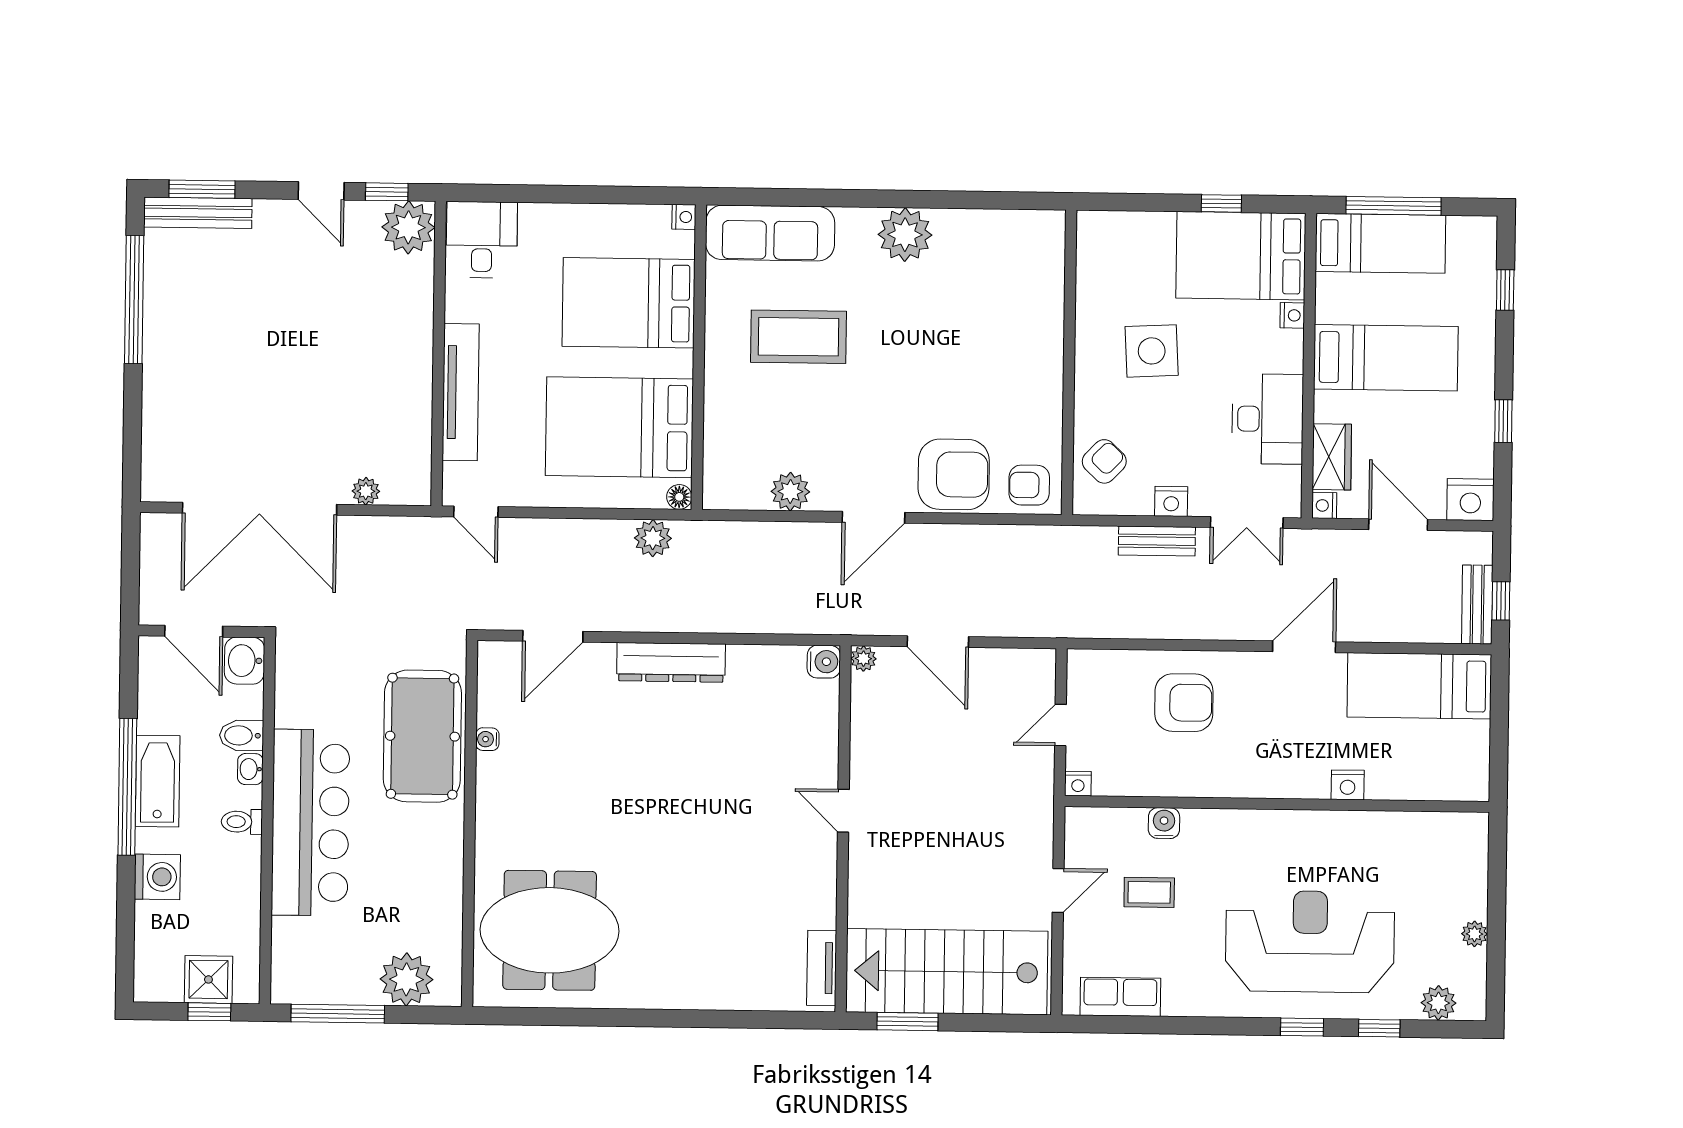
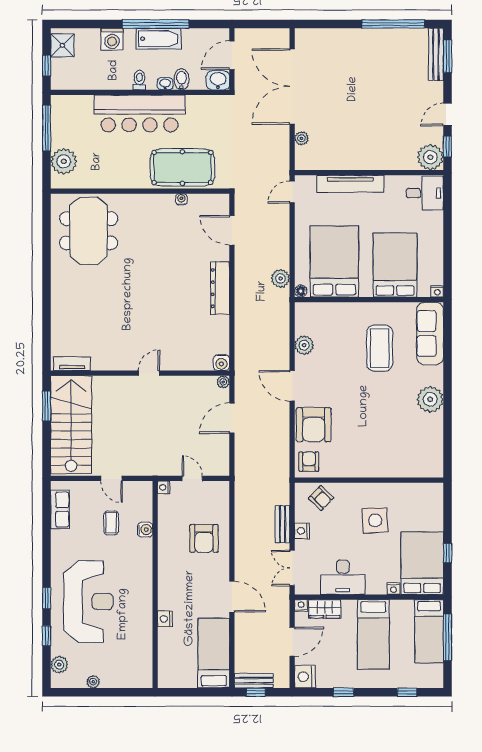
shower: (208, 979) -> (62, 45), moved

